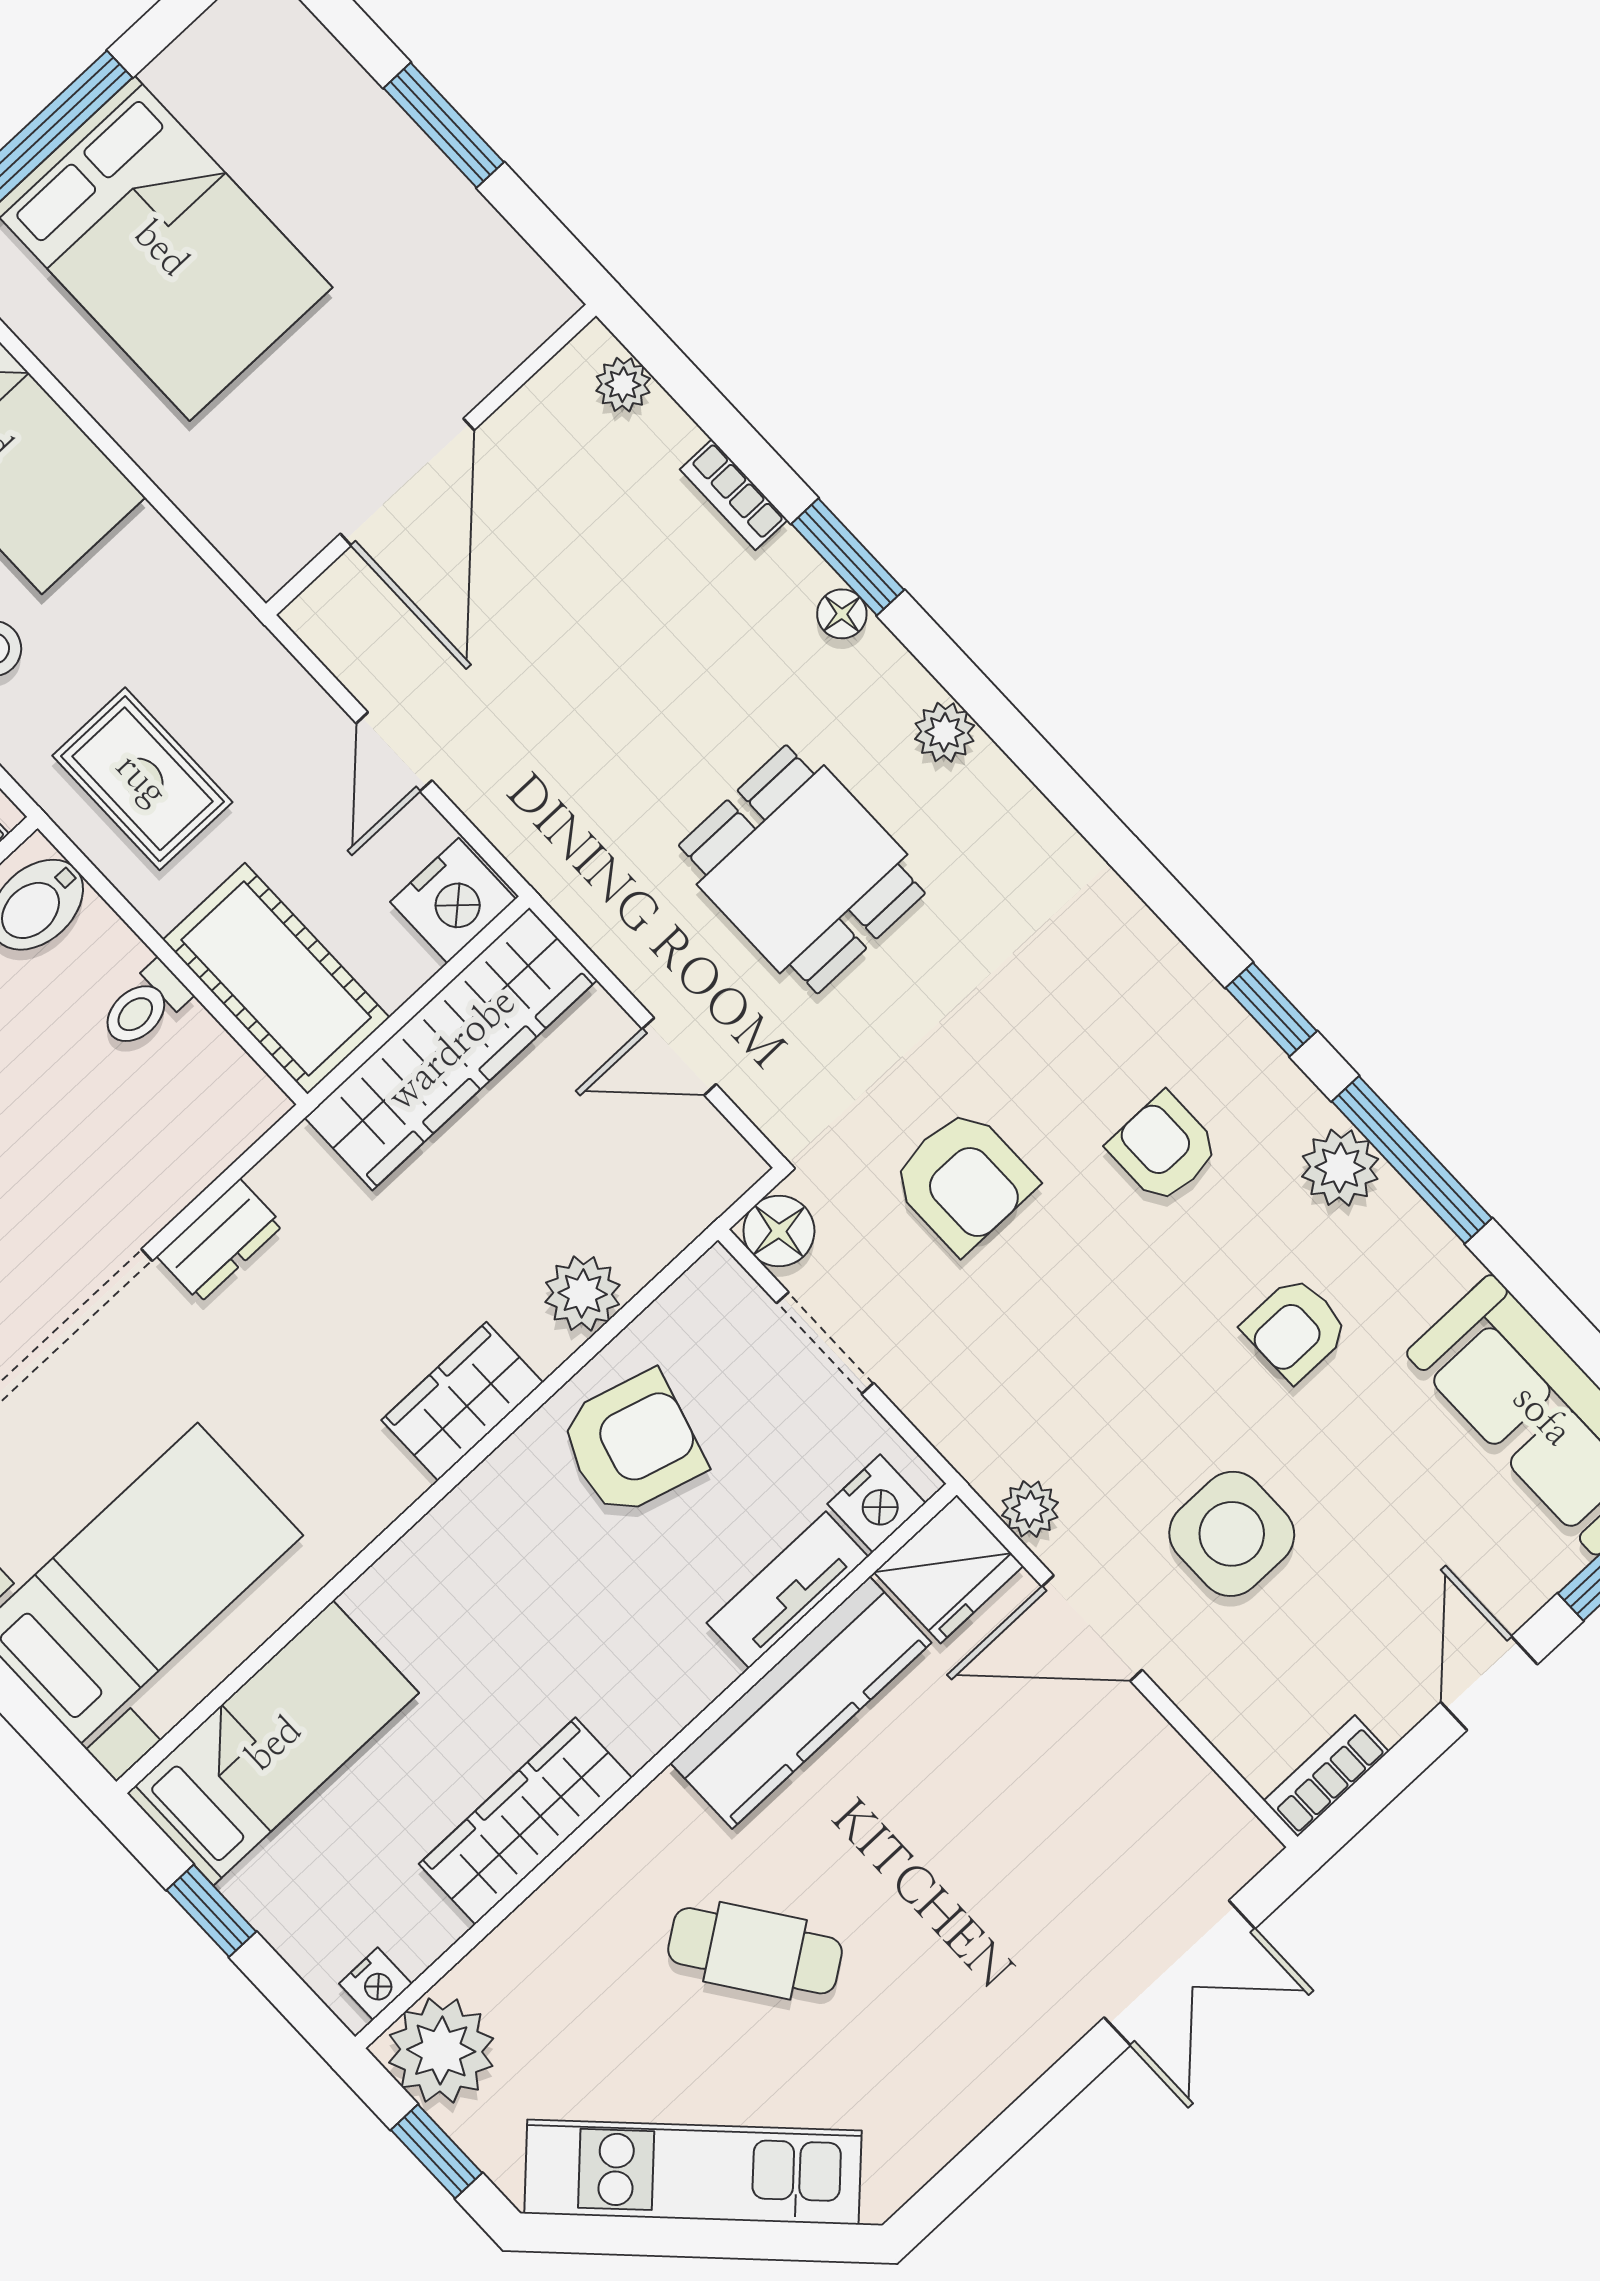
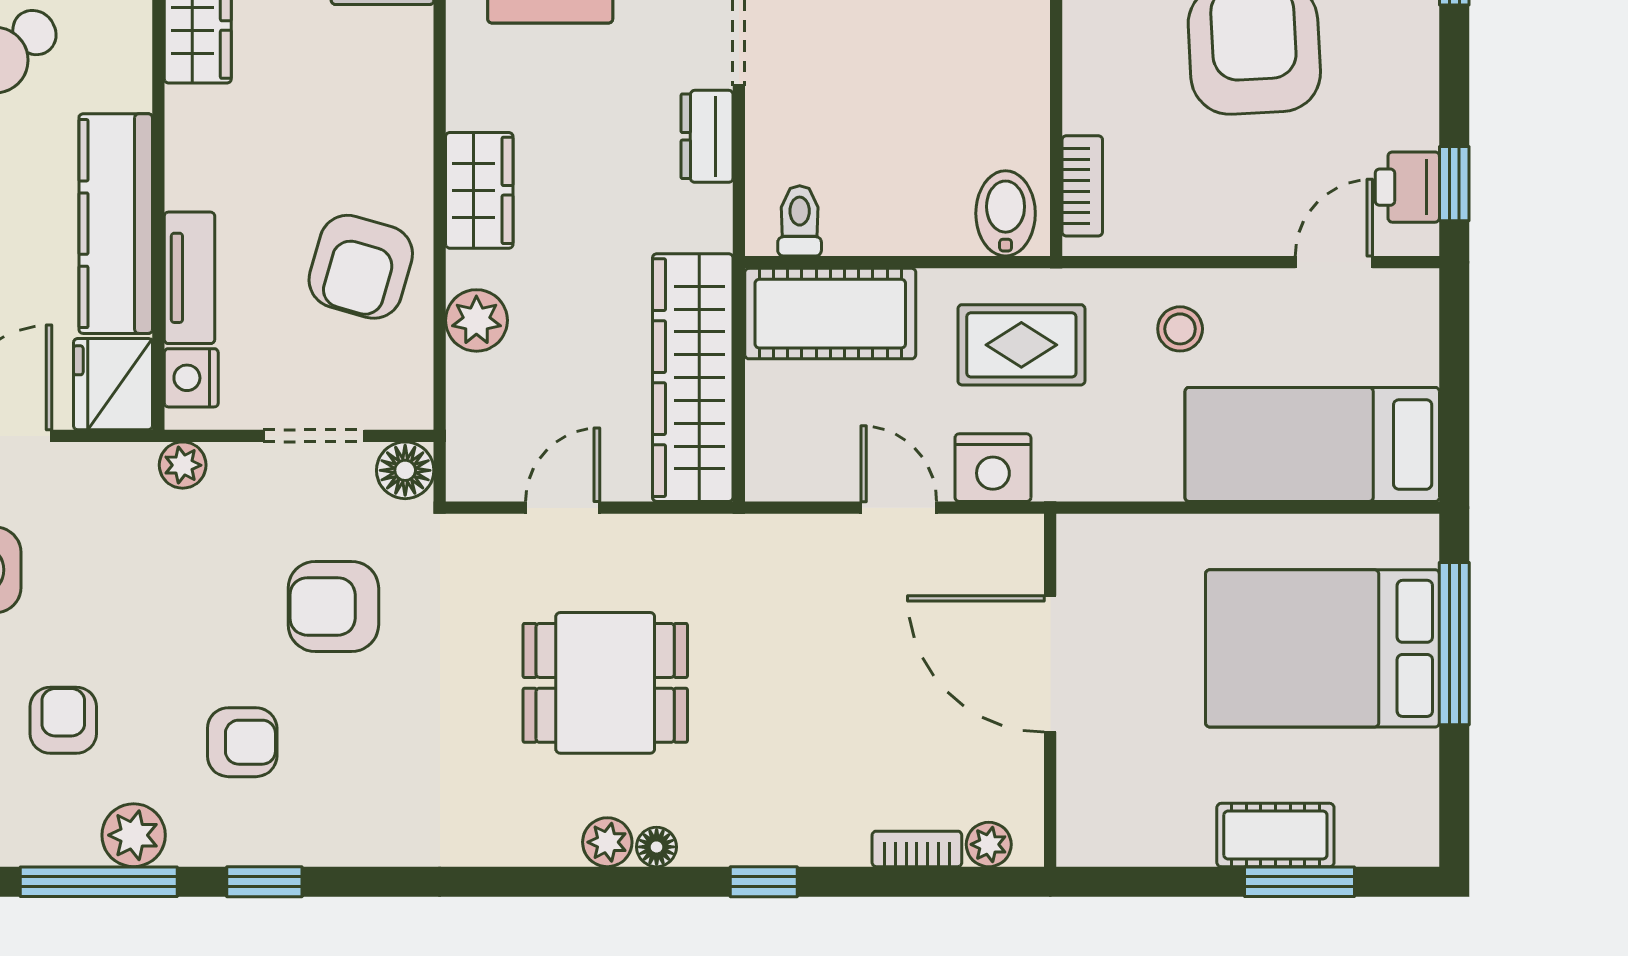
window: (444, 125) -> (1300, 882), moved
cot: (371, 133) -> (1275, 835), added
bookcase: (734, 495) -> (917, 849), moved
window: (848, 557) -> (764, 882), width x0.67
floor lamp: (842, 614) -> (657, 847), moved
nightstand: (453, 900) -> (993, 468), moved, turned -90
toilet: (144, 1006) -> (800, 221), moved
plant: (1030, 1509) -> (183, 465), moved

